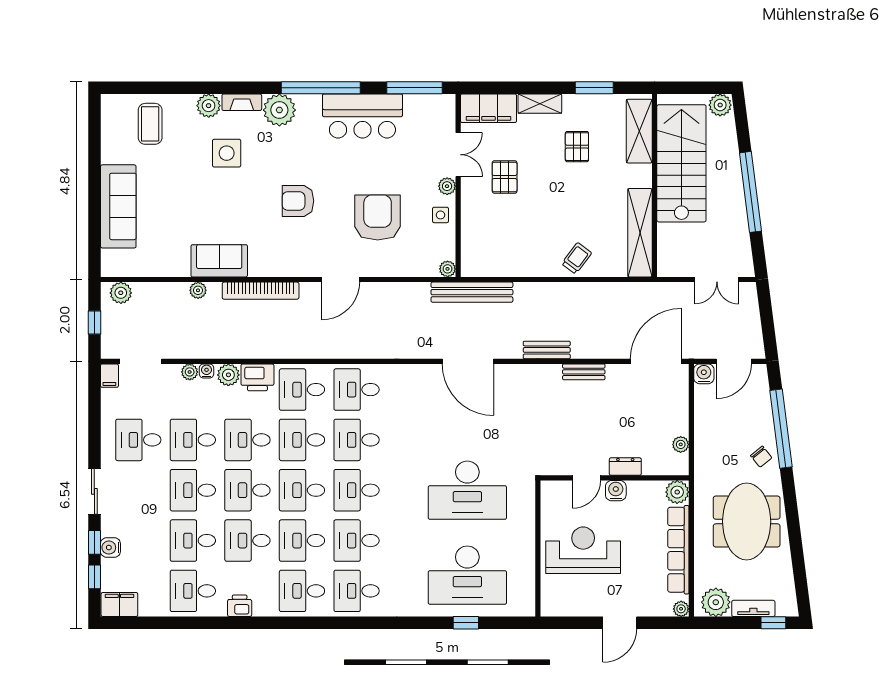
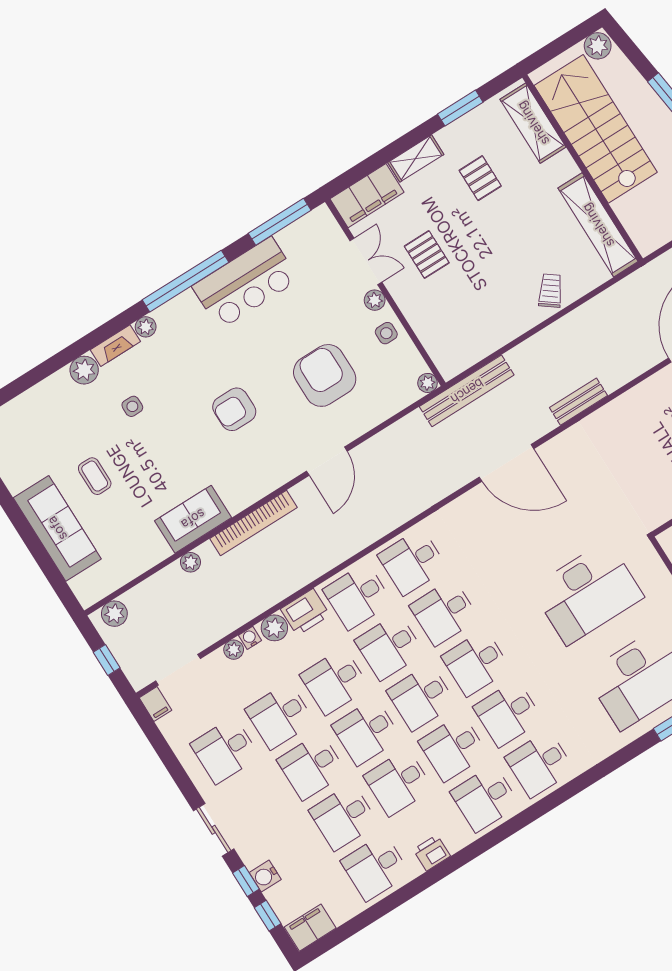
plant: (279, 110) -> (146, 327), width x0.53, depth x0.53
coffee table: (150, 124) -> (95, 476), moved, width x0.73, depth x0.77
side table: (227, 153) -> (132, 406), width x0.54, depth x0.54
bench: (584, 372) -> (630, 400), removed

